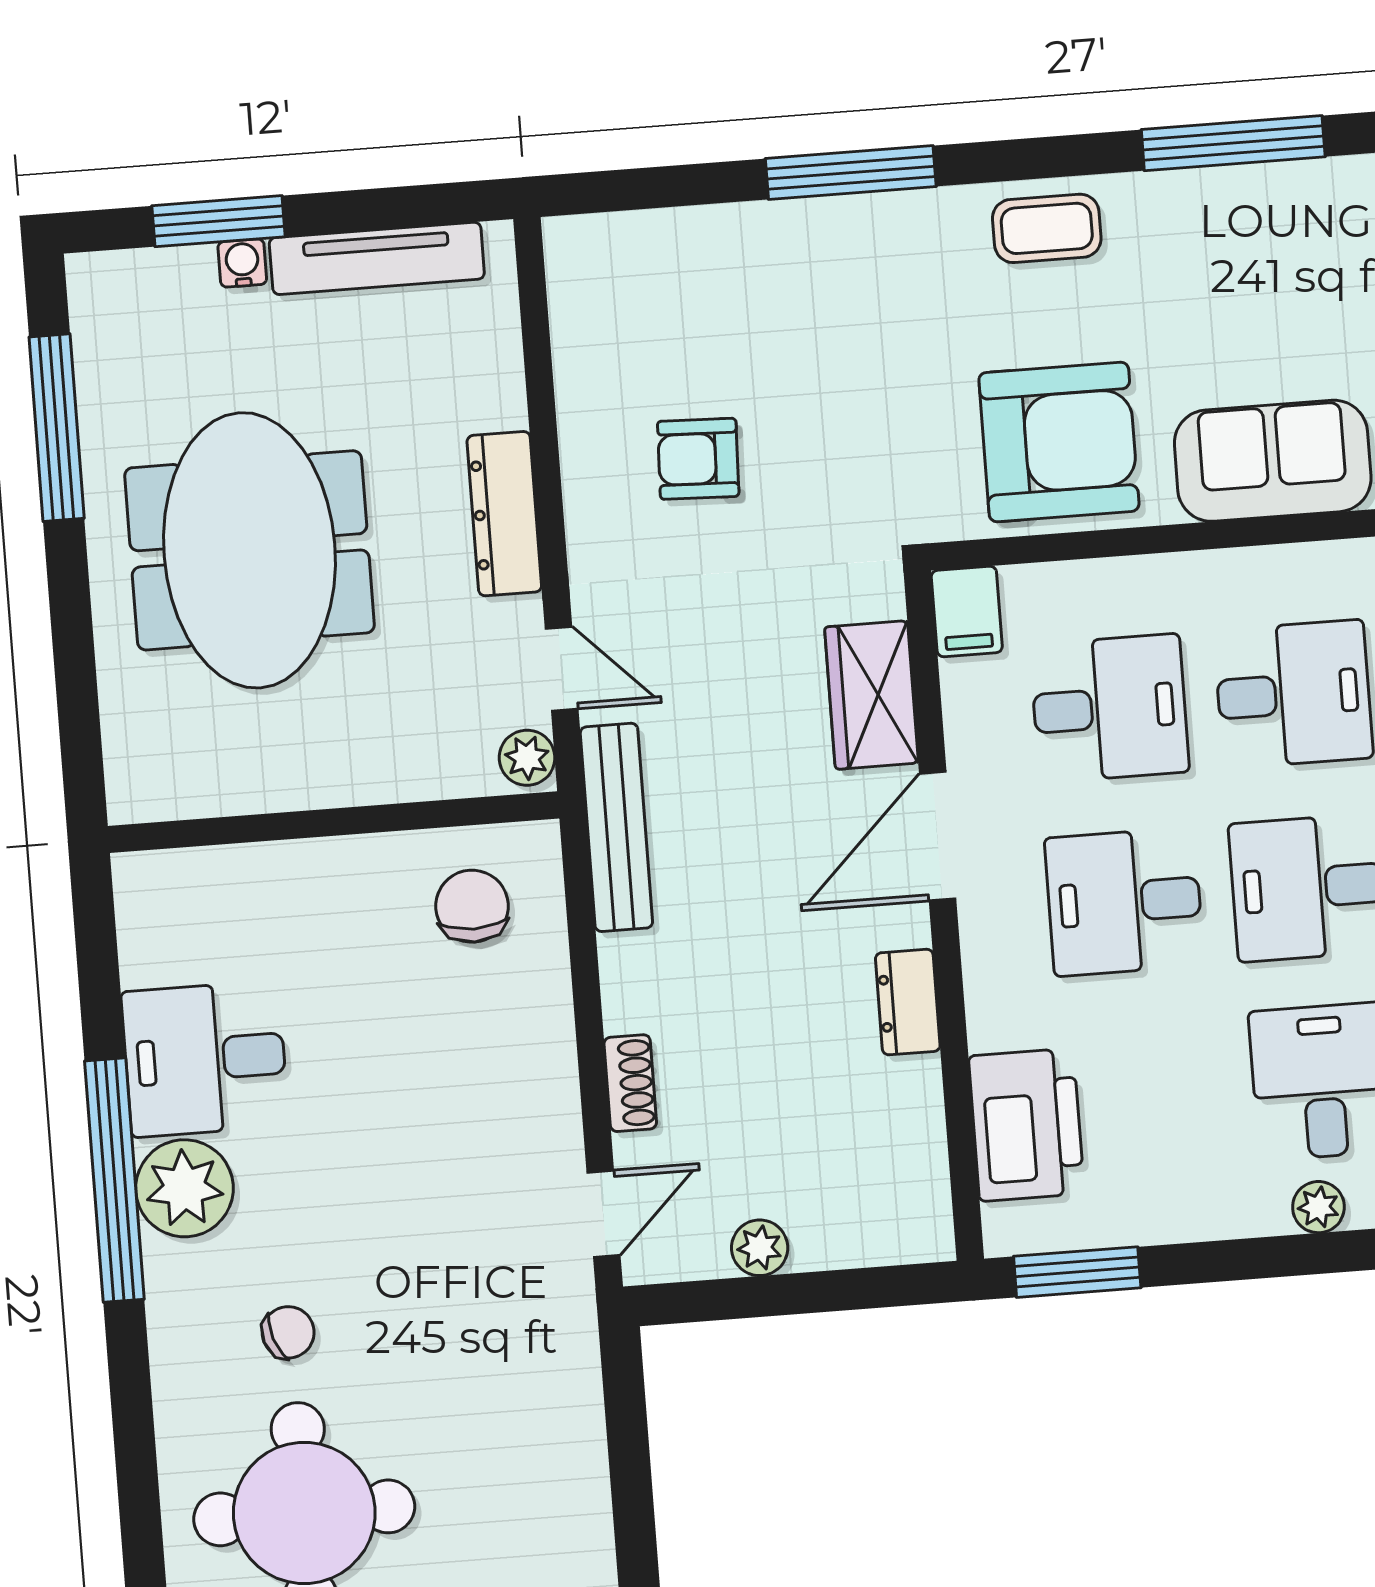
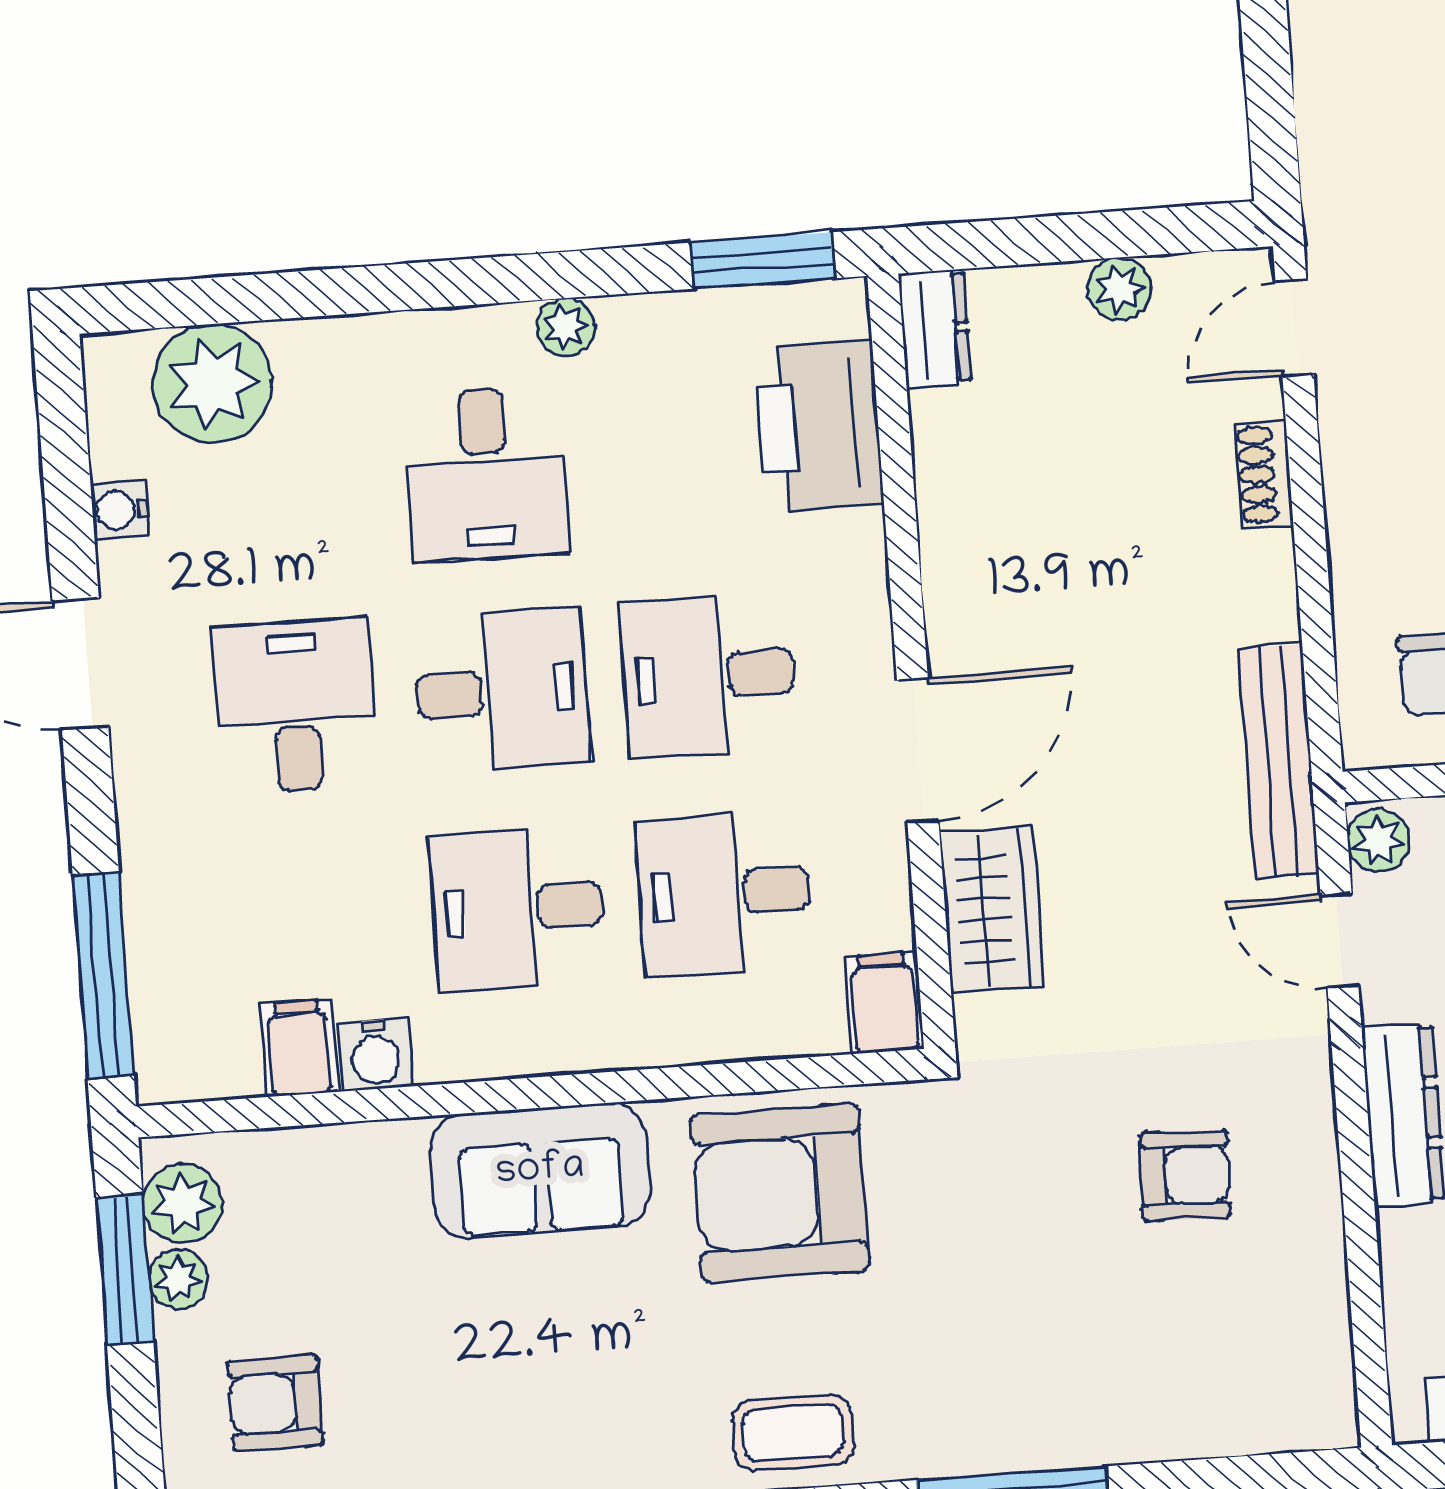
desk: (1124, 902) -> (708, 676), turned 180
dresser: (908, 1002) -> (935, 329), moved
plant: (1318, 1207) -> (565, 327), moved

